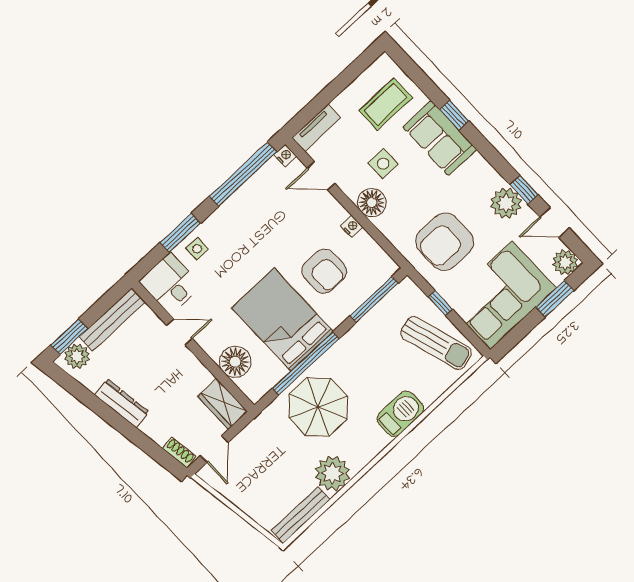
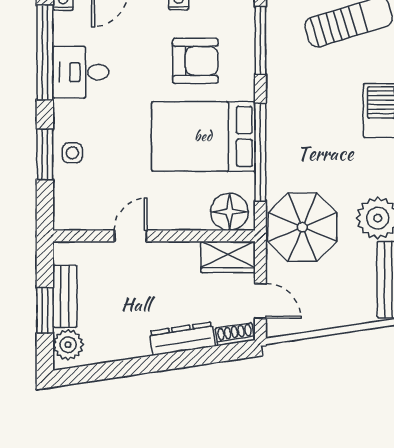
desk: (170, 284) -> (81, 72), moved
bench: (112, 320) -> (65, 296), width x0.73
window: (69, 337) -> (45, 310), moved
floor lamp: (235, 362) -> (229, 212), moved
dresser: (122, 403) -> (182, 339), moved
parasol: (318, 407) -> (302, 227), moved

